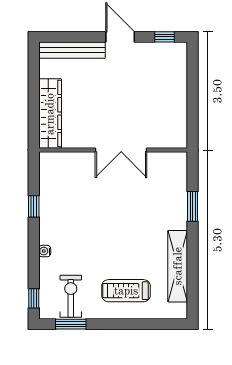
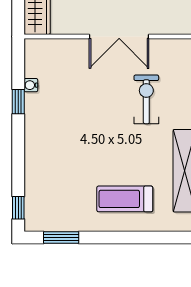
water cooler: (45, 251) -> (31, 85), moved
exercise bike: (71, 296) -> (146, 99), moved

